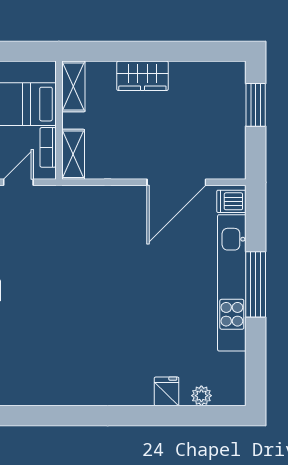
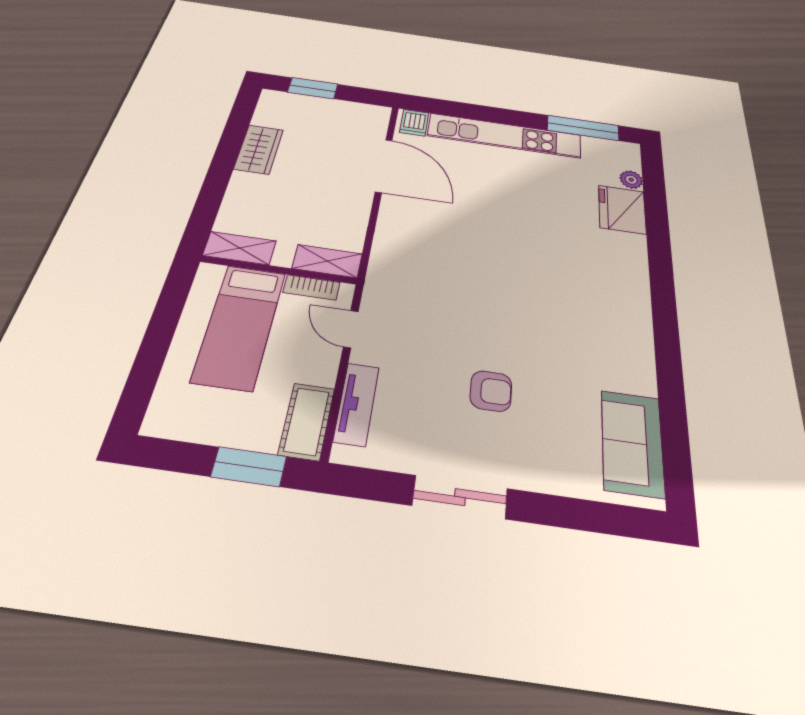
wardrobe: (142, 76) -> (259, 149), moved
window: (256, 284) -> (583, 128), moved
fridge: (167, 391) -> (622, 210), width x1.88, depth x1.34

